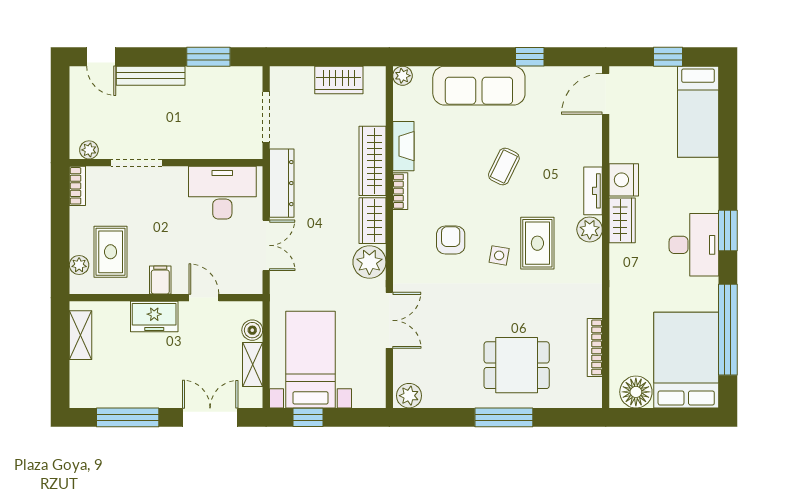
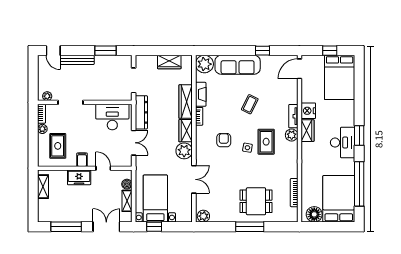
plant: (403, 76) -> (204, 64), width x1.88, depth x1.88
bed: (698, 112) -> (340, 77), width x1.50
plant: (79, 265) -> (42, 129), moved

